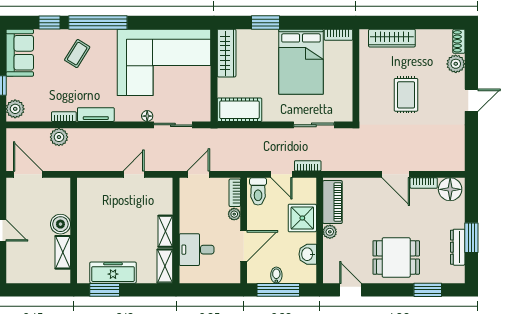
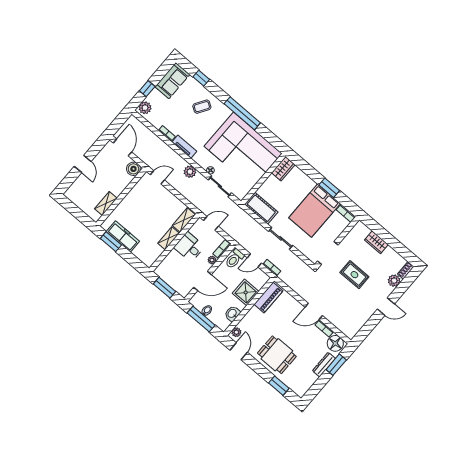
window: (98, 23) -> (242, 113), moved
window: (266, 23) -> (329, 188), moved
wardrobe: (392, 38) -> (376, 242), width x0.67
wardrobe: (227, 53) -> (283, 169), width x0.67
rug: (406, 95) -> (354, 275), turned 90
doorway: (356, 96) -> (328, 253), added
sliding door: (314, 125) -> (281, 238), moved
plant: (59, 137) -> (190, 172), moved
door: (134, 174) -> (157, 177), moved
door: (281, 174) -> (254, 260), hinge flipped
door: (396, 174) -> (314, 311), hinge flipped
boiler: (60, 224) -> (133, 169), moved
plant: (330, 232) -> (236, 332), moved
window: (471, 238) -> (336, 365), moved
dresser: (458, 247) -> (324, 365), moved
desk: (197, 250) -> (189, 247), moved
shelving: (165, 266) -> (184, 220), moved
window: (208, 290) -> (164, 288), added

